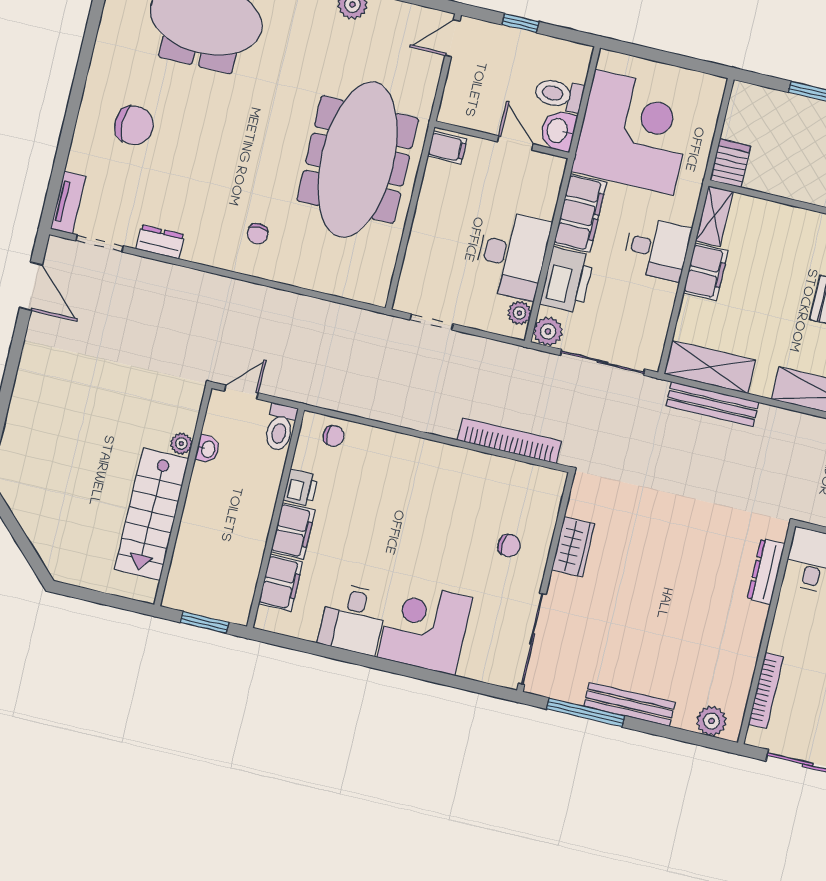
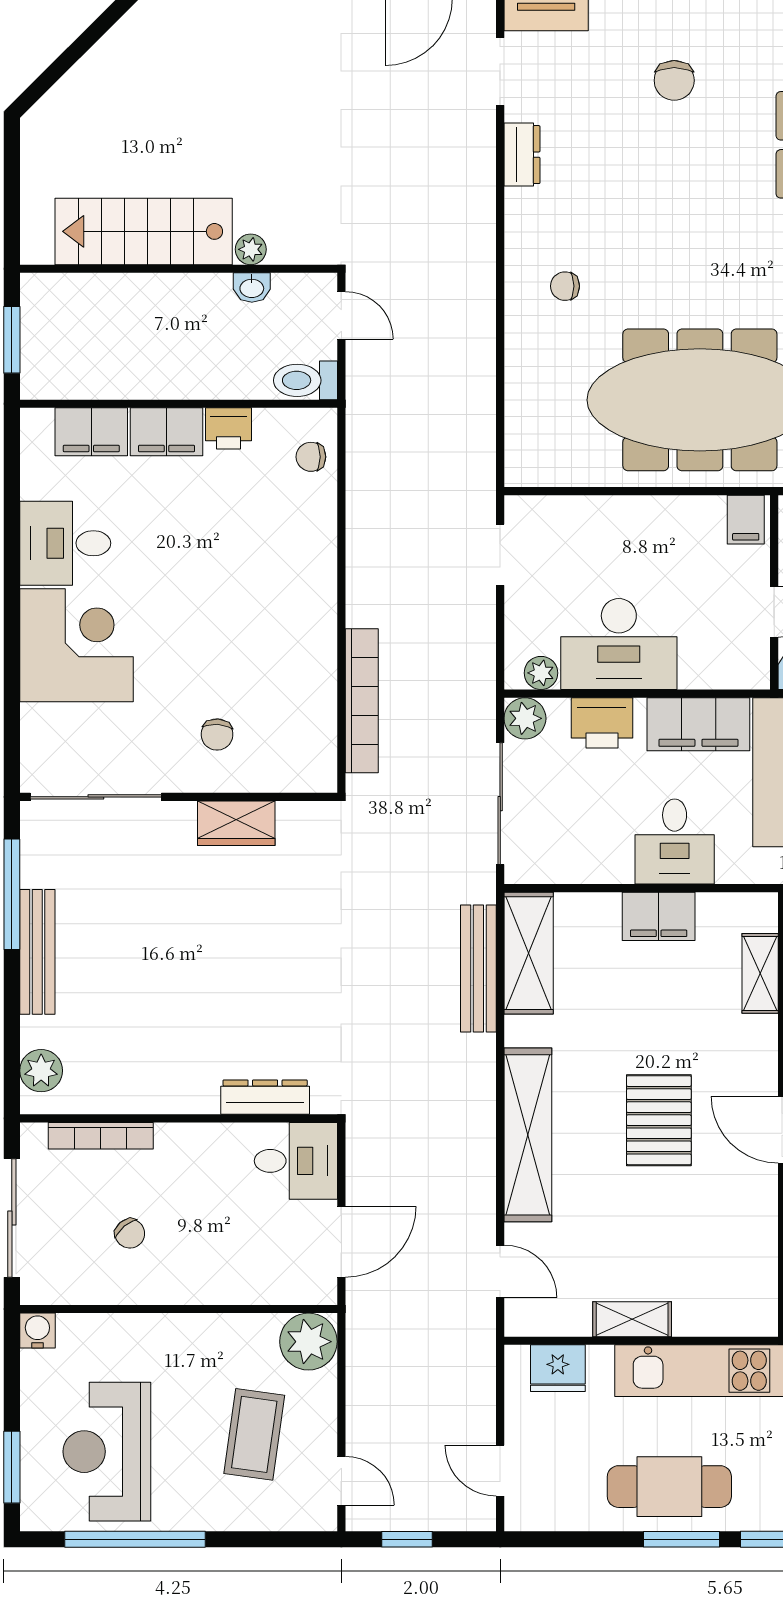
chair: (134, 125) -> (674, 80), width x0.73, depth x0.73
shelving: (714, 216) -> (760, 973), moved, turned 90
printer: (567, 280) -> (602, 723), width x0.73, depth x0.84
chair: (334, 436) -> (311, 457), turned 90

